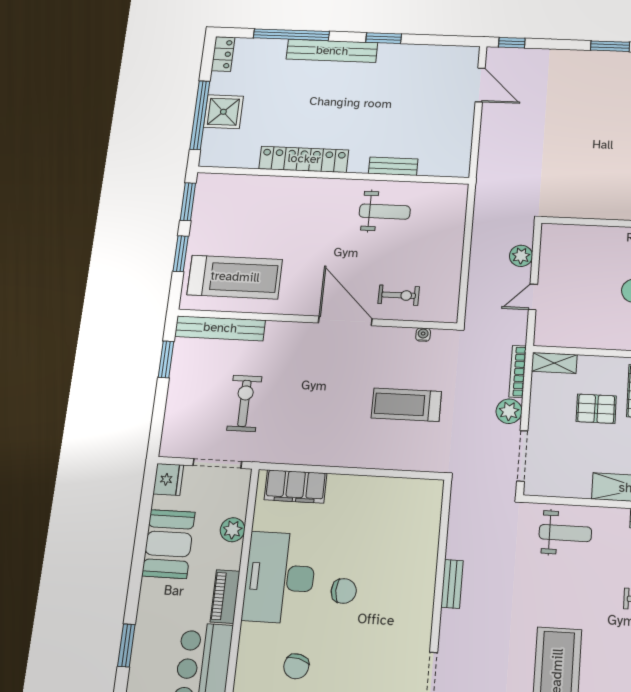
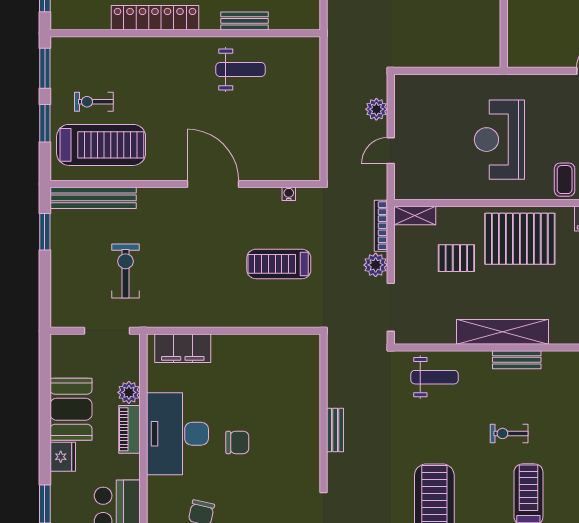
exercise bike: (399, 295) -> (94, 102), moved, turned 180
fridge: (168, 479) -> (63, 457), moved
piano: (225, 596) -> (129, 429), moved

